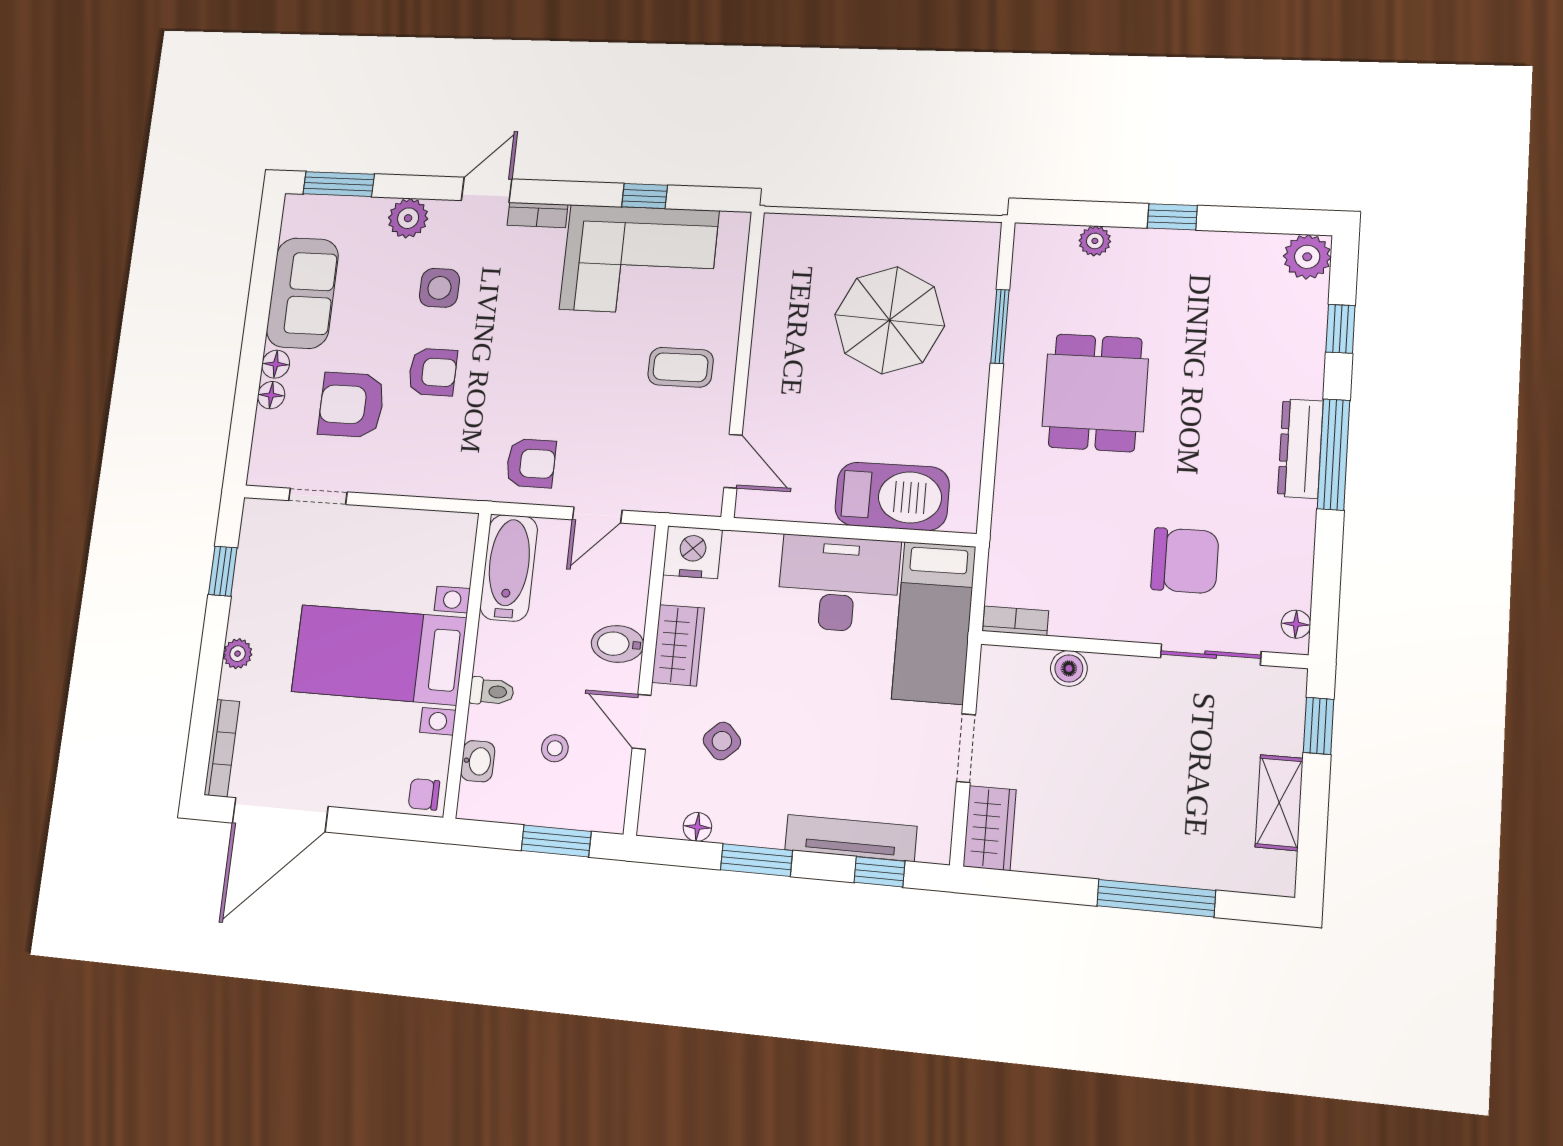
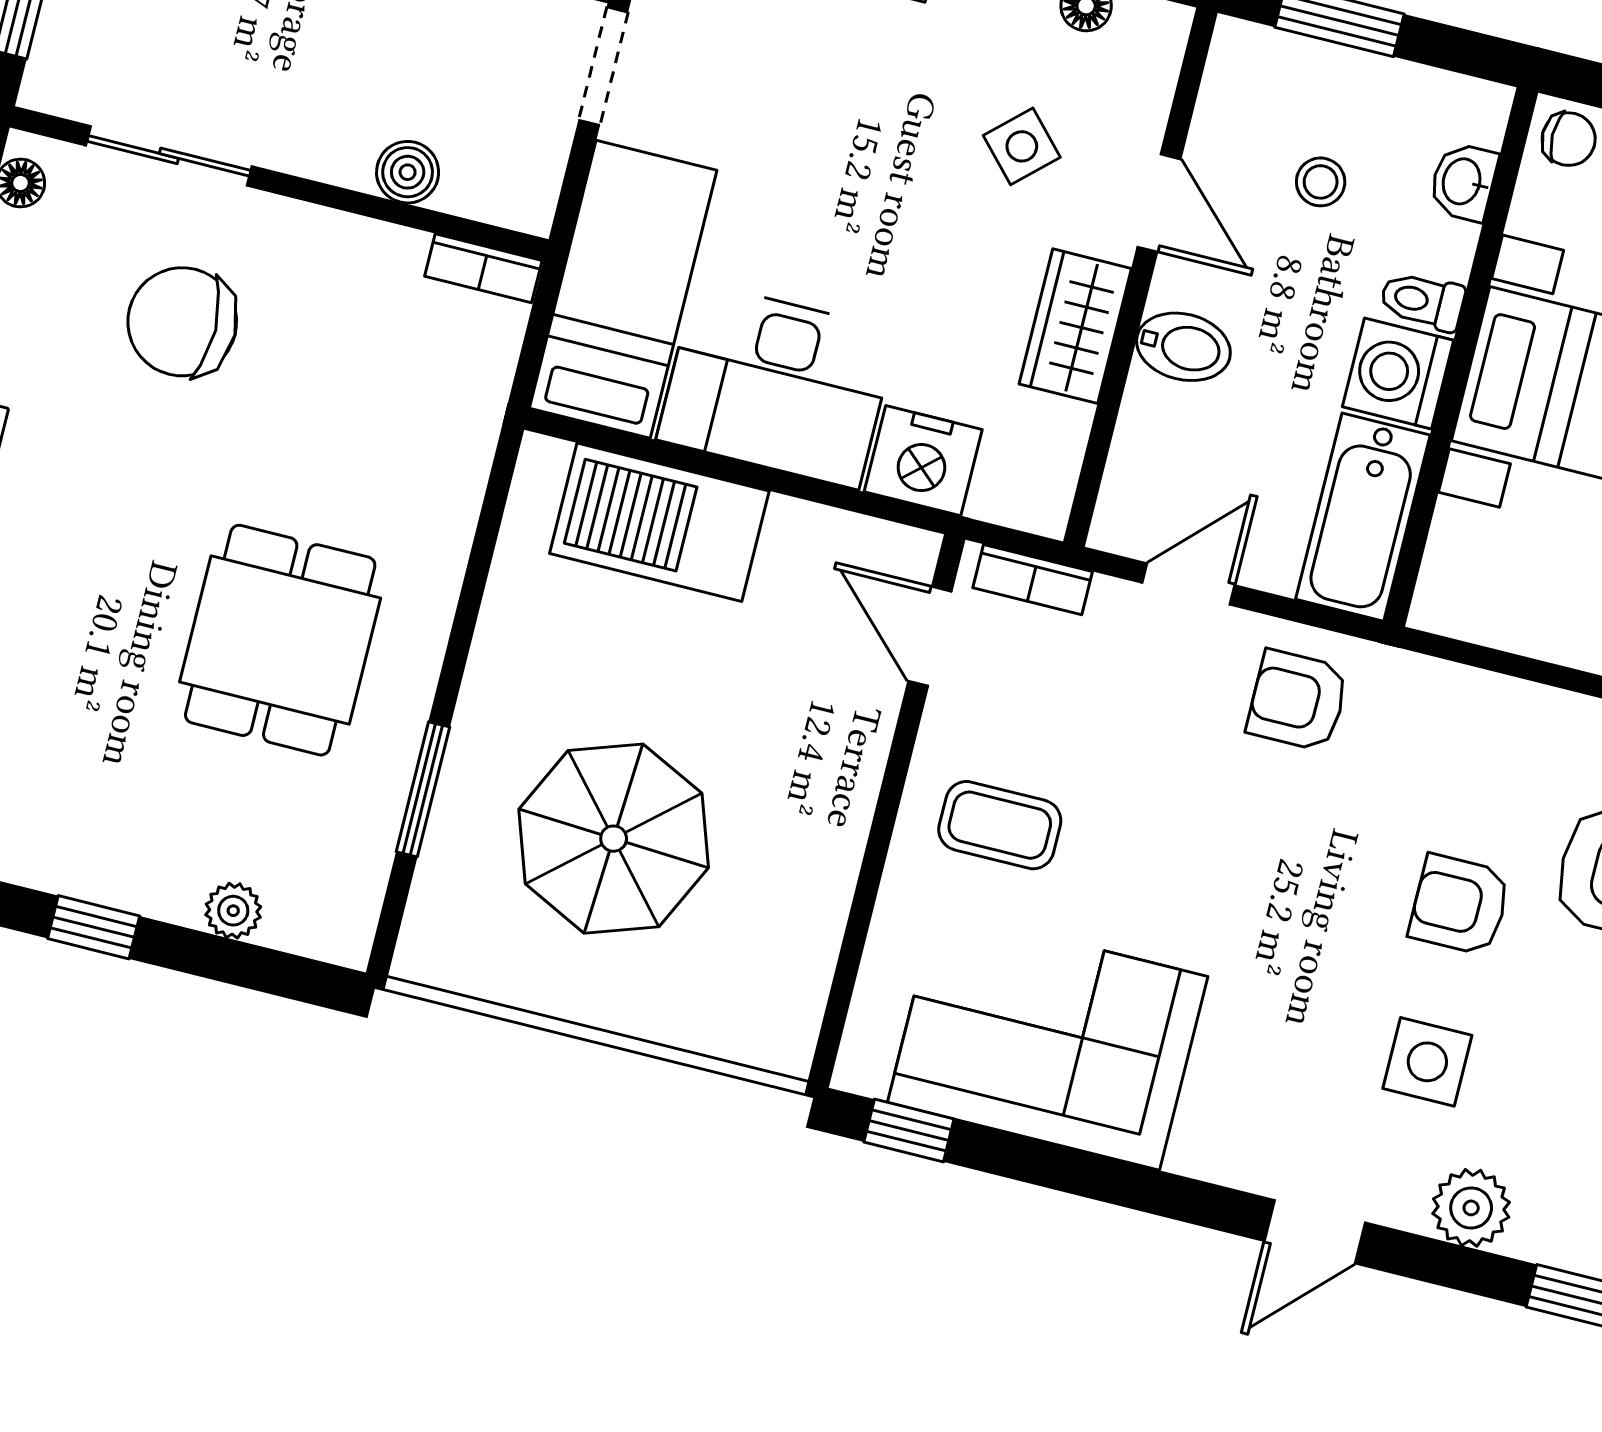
window: (645, 196) -> (909, 1131), moved
bookcase: (537, 215) -> (1033, 580), moved, turned 180
nightstand: (693, 552) -> (923, 461), moved
washing machine: (500, 649) -> (1398, 374), added

